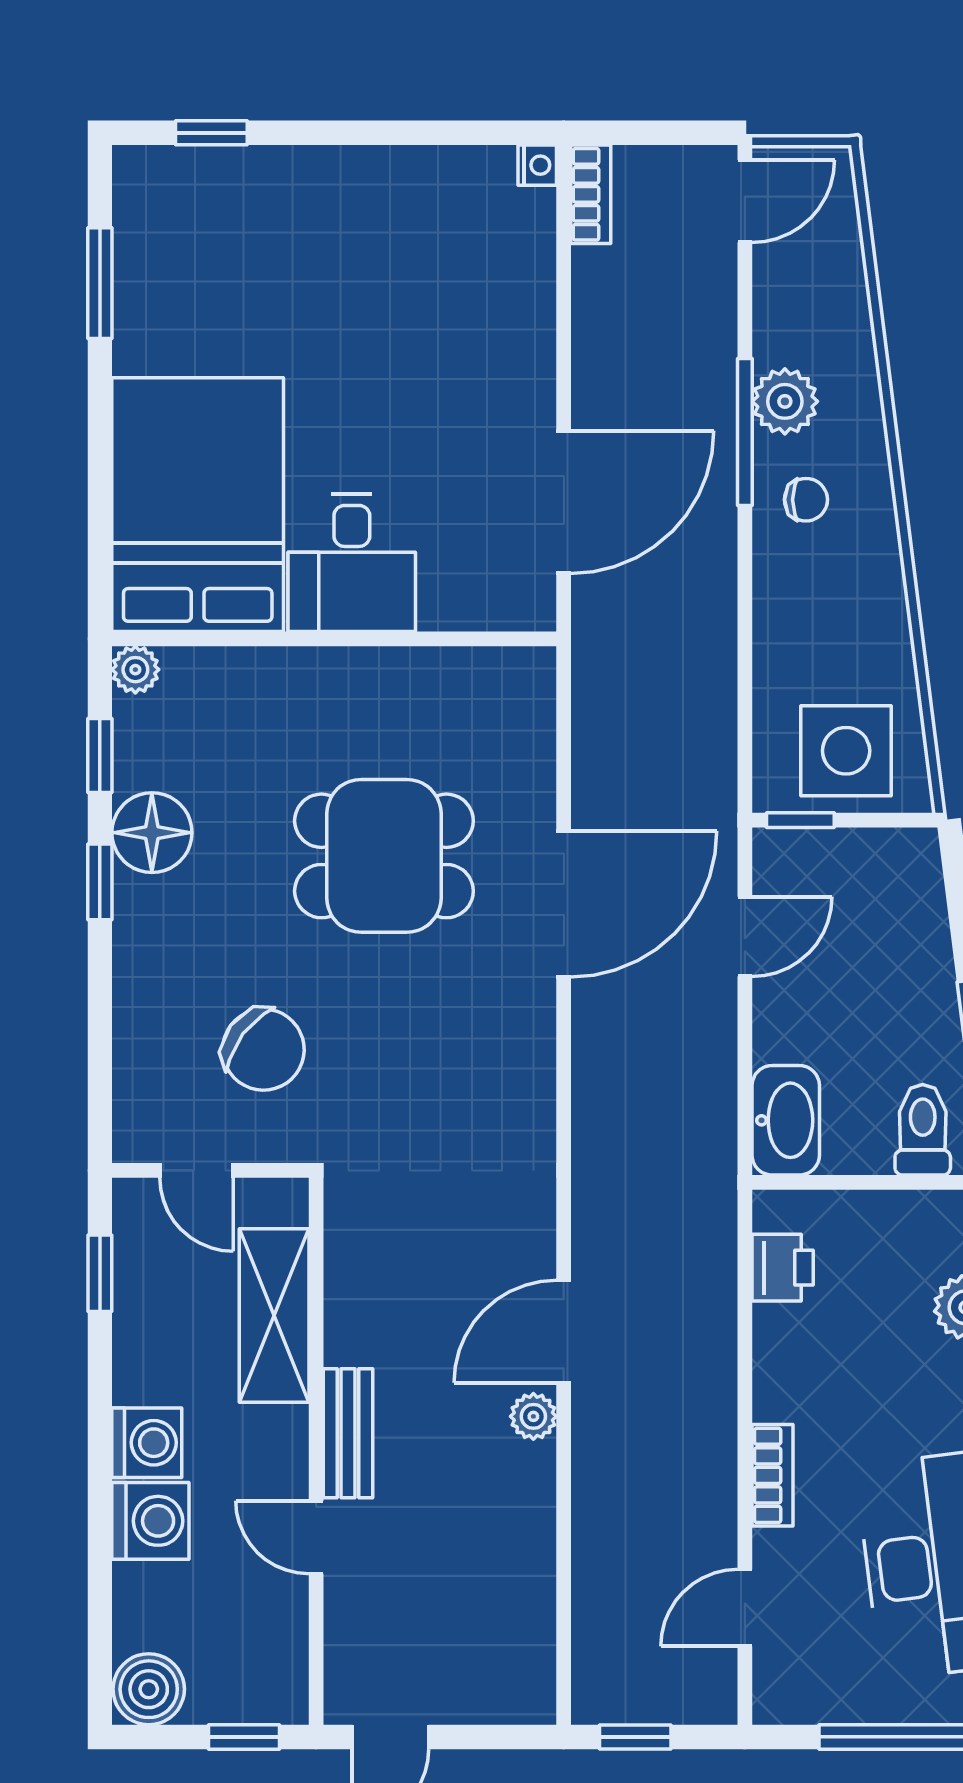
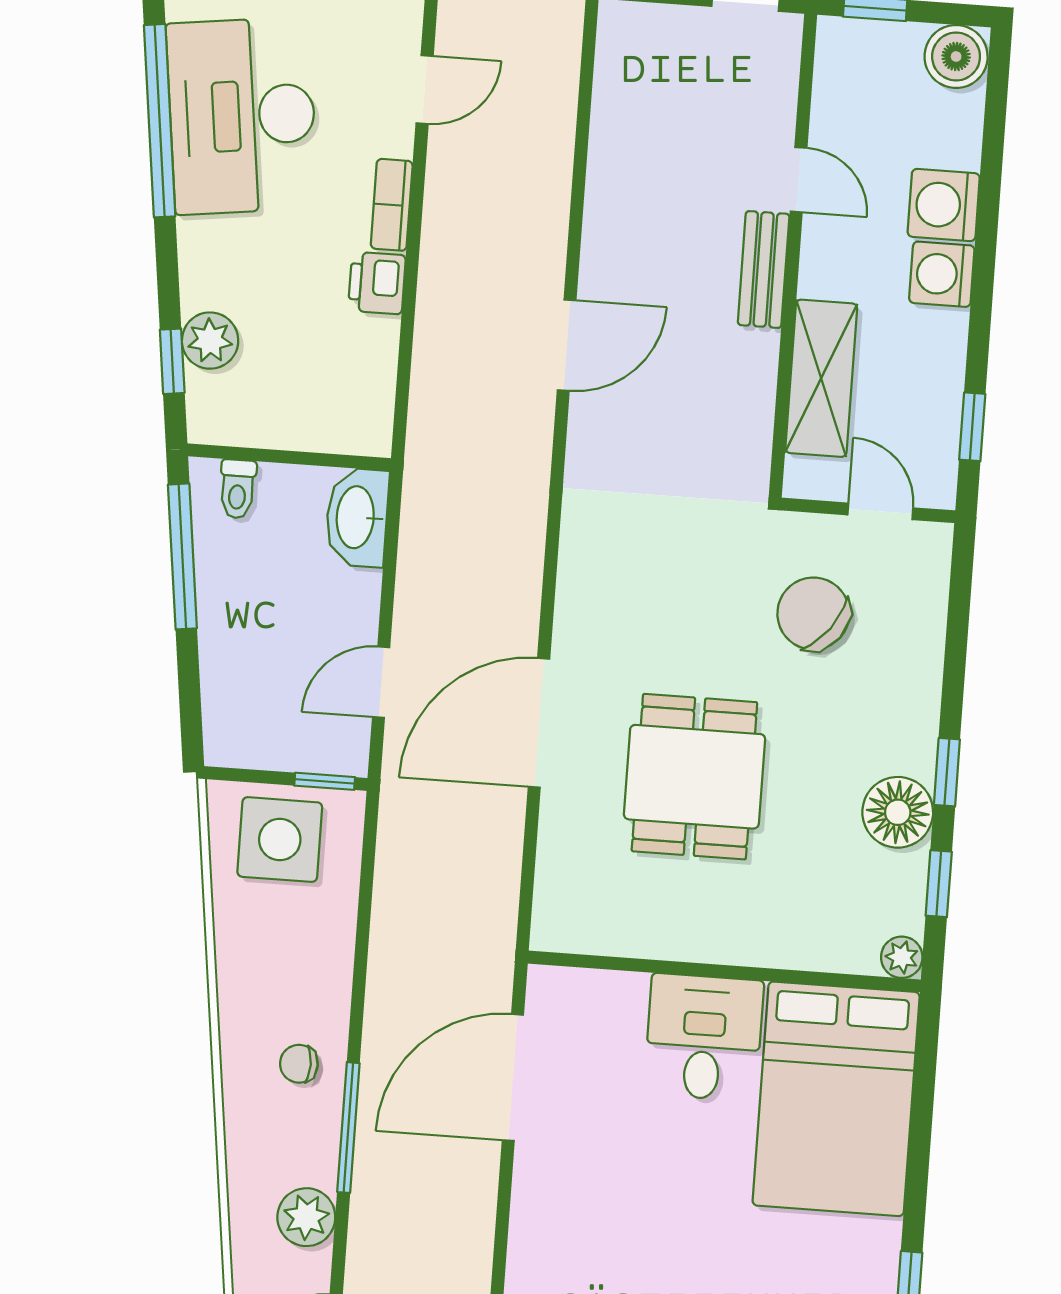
plant: (785, 401) -> (306, 1217), moved
dining table: (384, 856) -> (694, 777), turned 90
toilet: (923, 1130) -> (238, 489), width x0.73, depth x0.72
printer: (783, 1268) -> (377, 283), moved
plant: (533, 1416) -> (599, 272), removed

